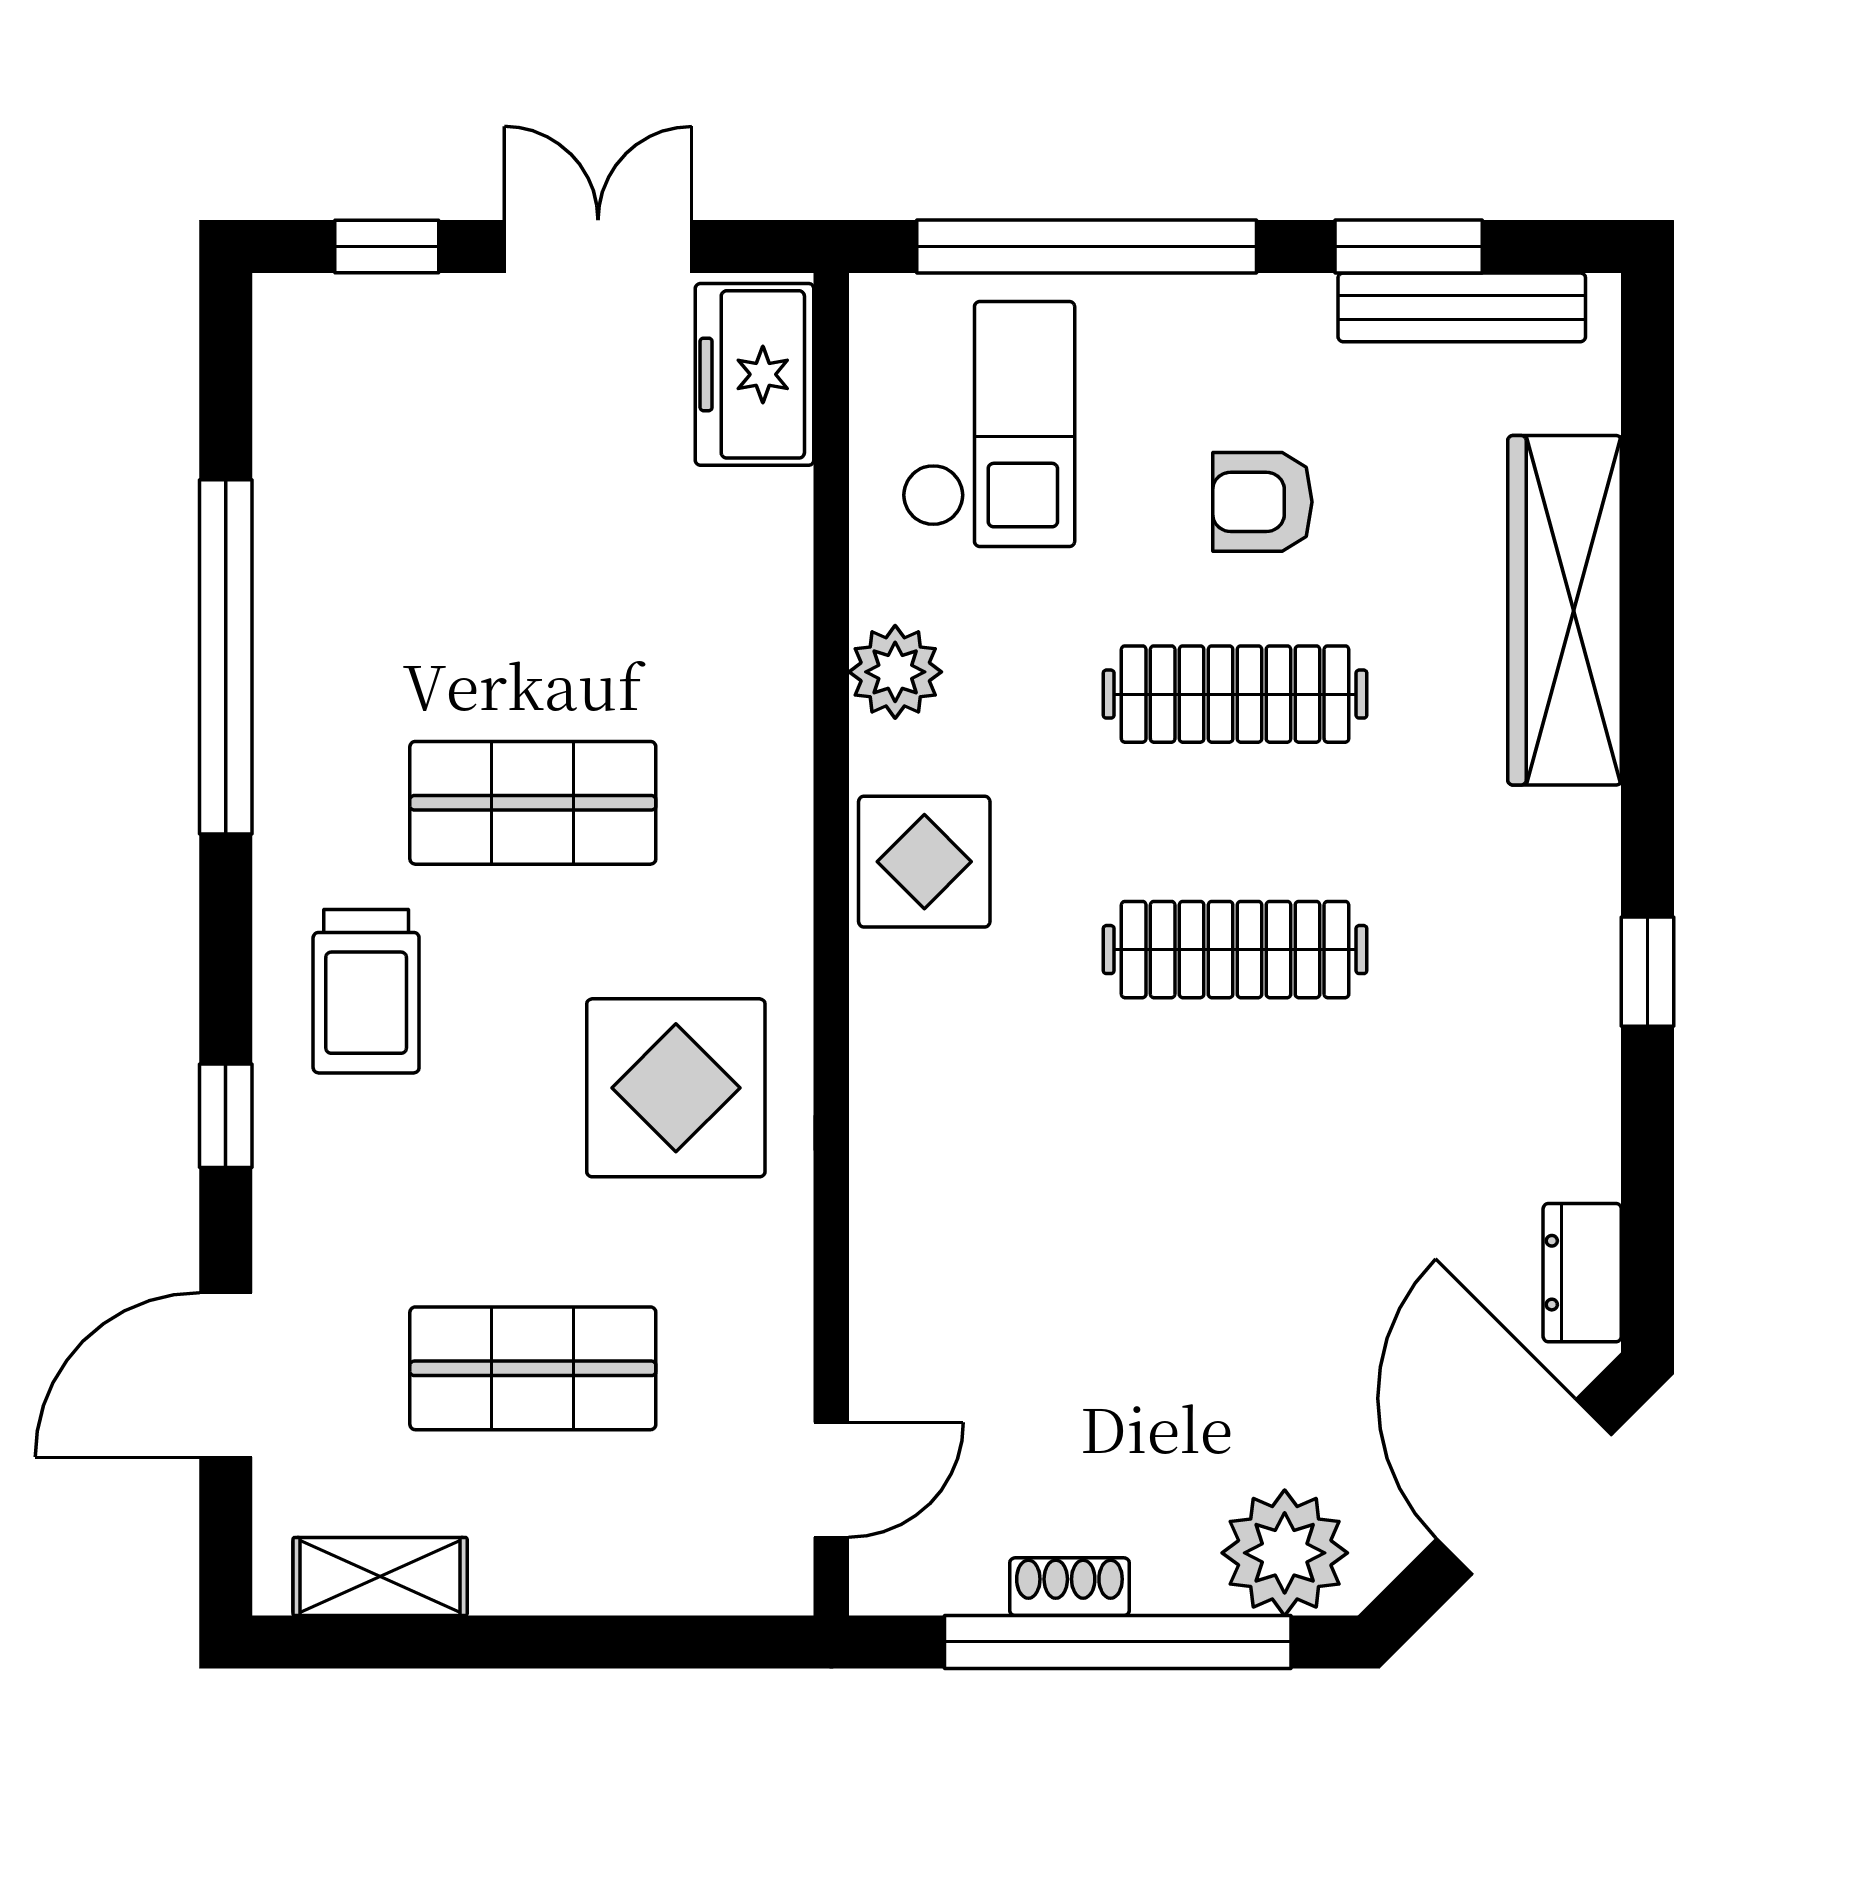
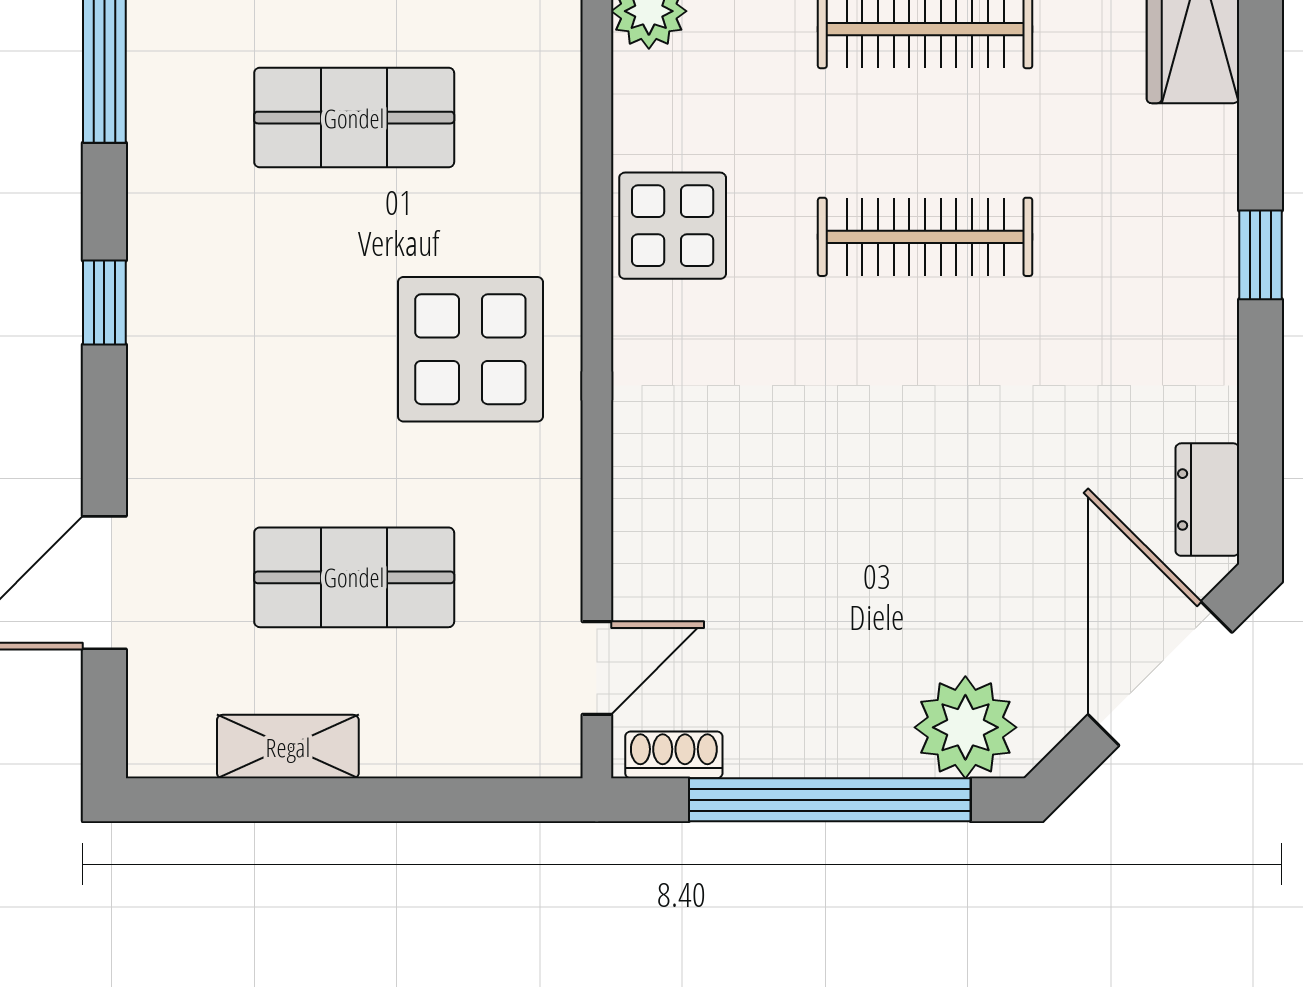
display table: (924, 862) -> (673, 226), moved
trolley: (366, 991) -> (219, 271), removed
window: (226, 1116) -> (104, 303), moved
shelving: (380, 1576) -> (288, 747), moved
shoe rack: (1069, 1587) -> (674, 755), moved

